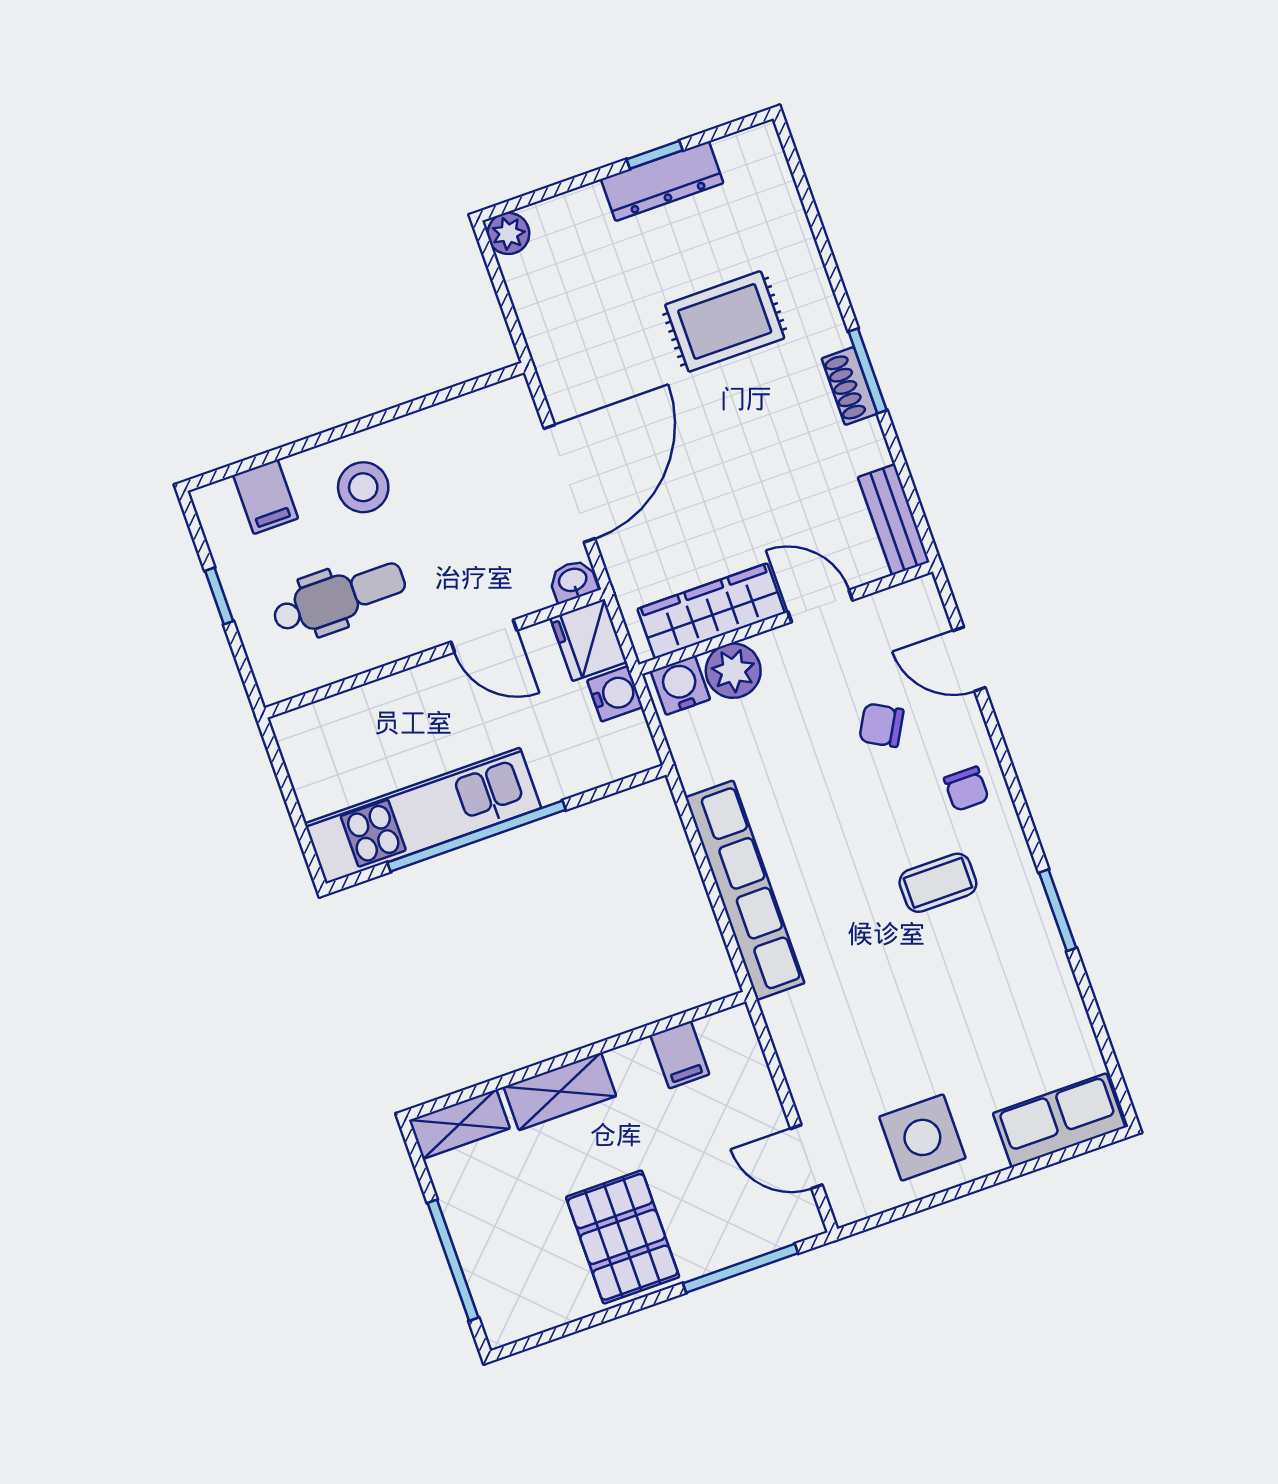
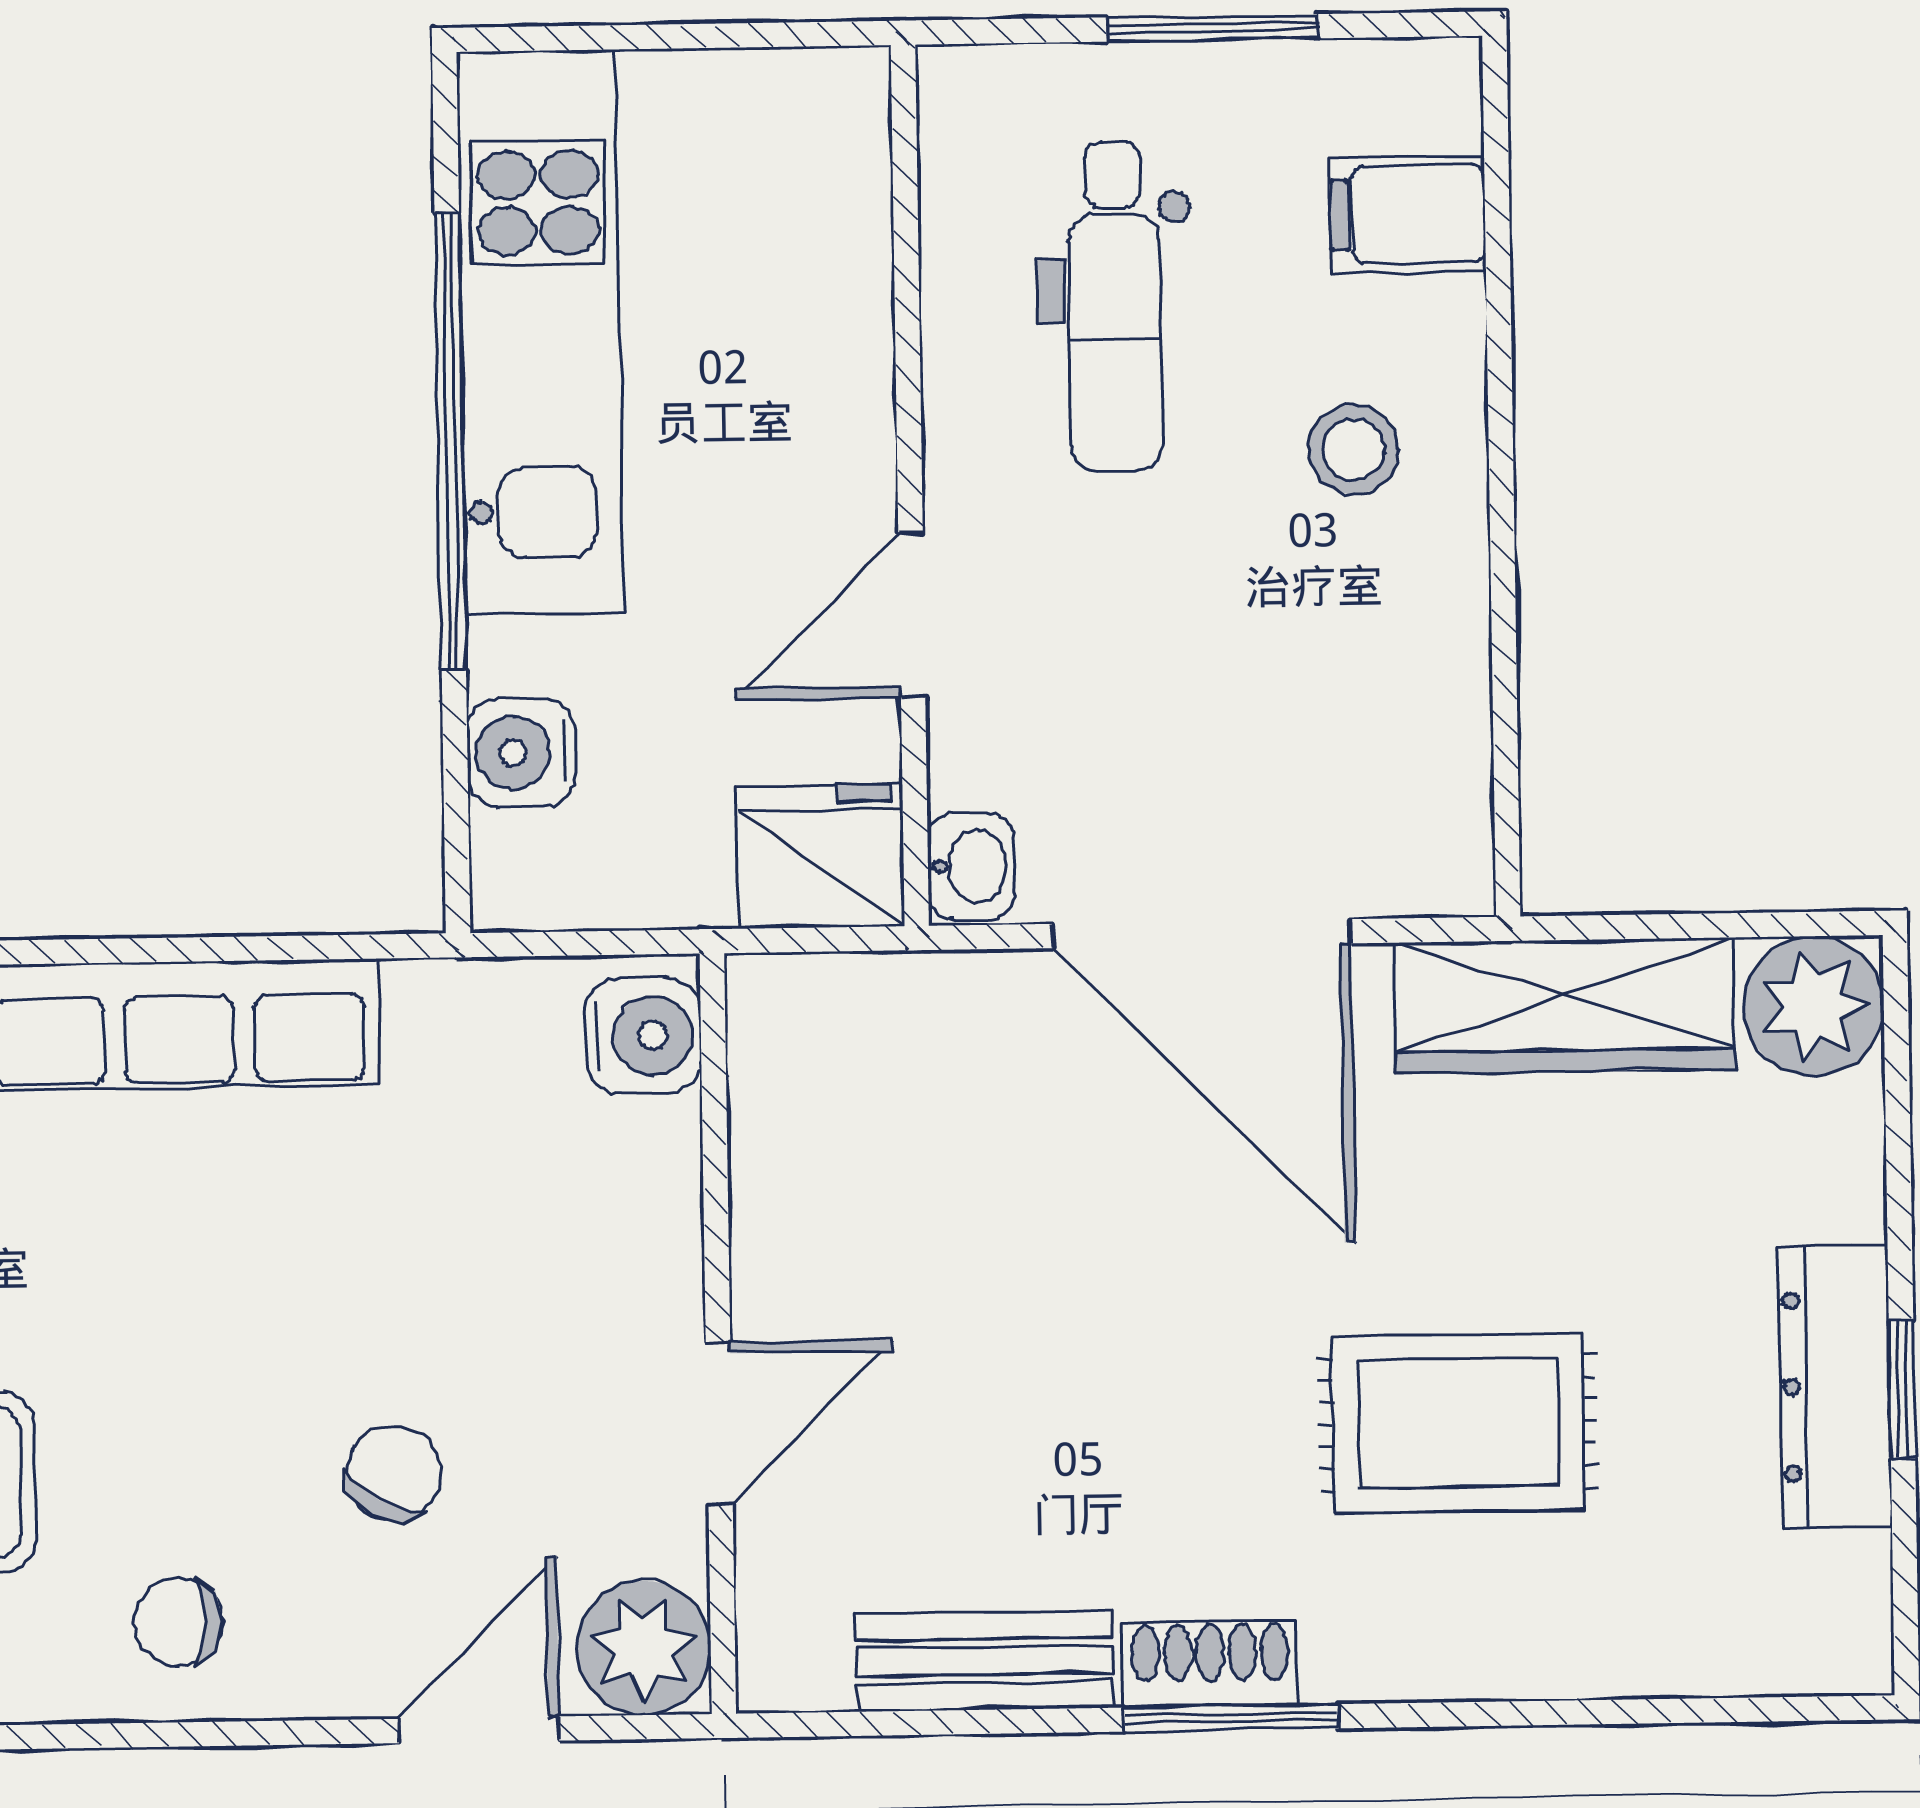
plant: (508, 233) -> (1814, 1006), width x1.38, depth x1.38
rug: (725, 321) -> (1458, 1423), turned 90
stool: (363, 487) -> (1354, 449), width x0.73, depth x0.73
bench: (894, 520) -> (985, 1661), moved
window: (219, 596) -> (1212, 28), width x1.50
wardrobe: (711, 611) -> (1564, 1006), moved, turned 90
plant: (733, 671) -> (644, 1648), moved
water cooler: (615, 694) -> (521, 752), moved, turned 90

